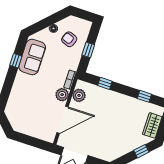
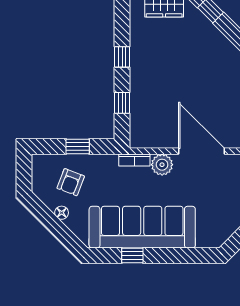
sofa: (32, 57) -> (142, 227), width x1.85, depth x1.27
plant: (79, 95) -> (154, 138), removed
window: (144, 96) -> (122, 57), moved

